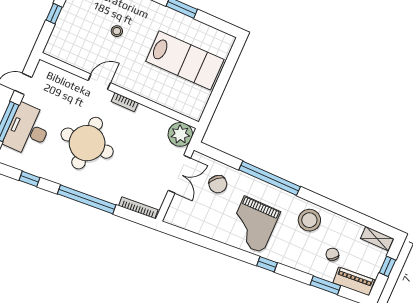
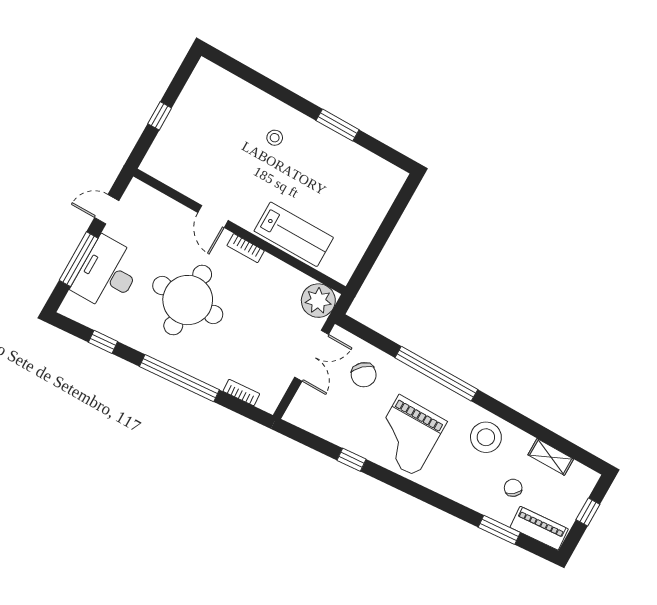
stool: (117, 31) -> (275, 138), moved
lab bench: (185, 60) -> (294, 234), moved, width x0.73, depth x0.72
door: (99, 82) -> (213, 216), swing flipped
bookcase: (138, 208) -> (241, 393), width x0.64
shelving: (377, 238) -> (551, 457), moved
window: (267, 264) -> (351, 460), moved

